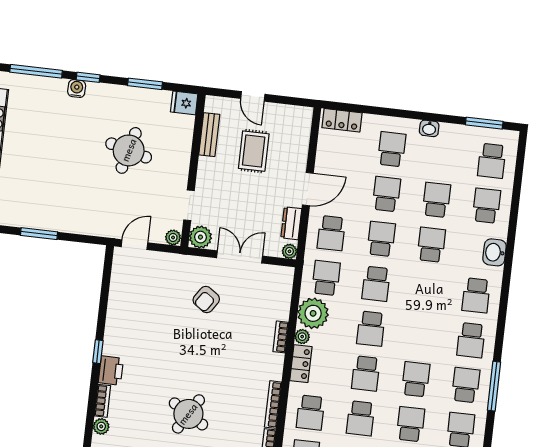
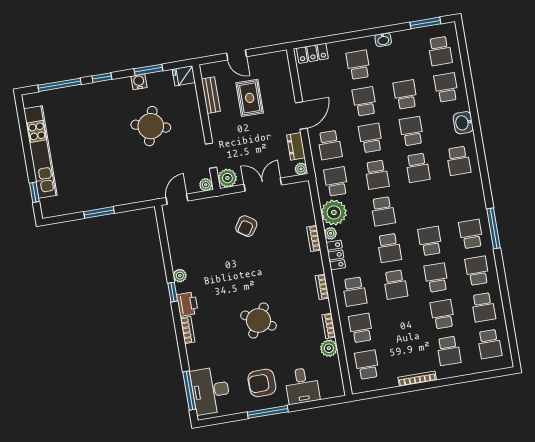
water cooler: (77, 88) -> (139, 82), moved
school desk: (471, 340) -> (418, 168), moved
bookcase: (273, 405) -> (322, 287), width x0.64
plant: (101, 426) -> (180, 276), moved

